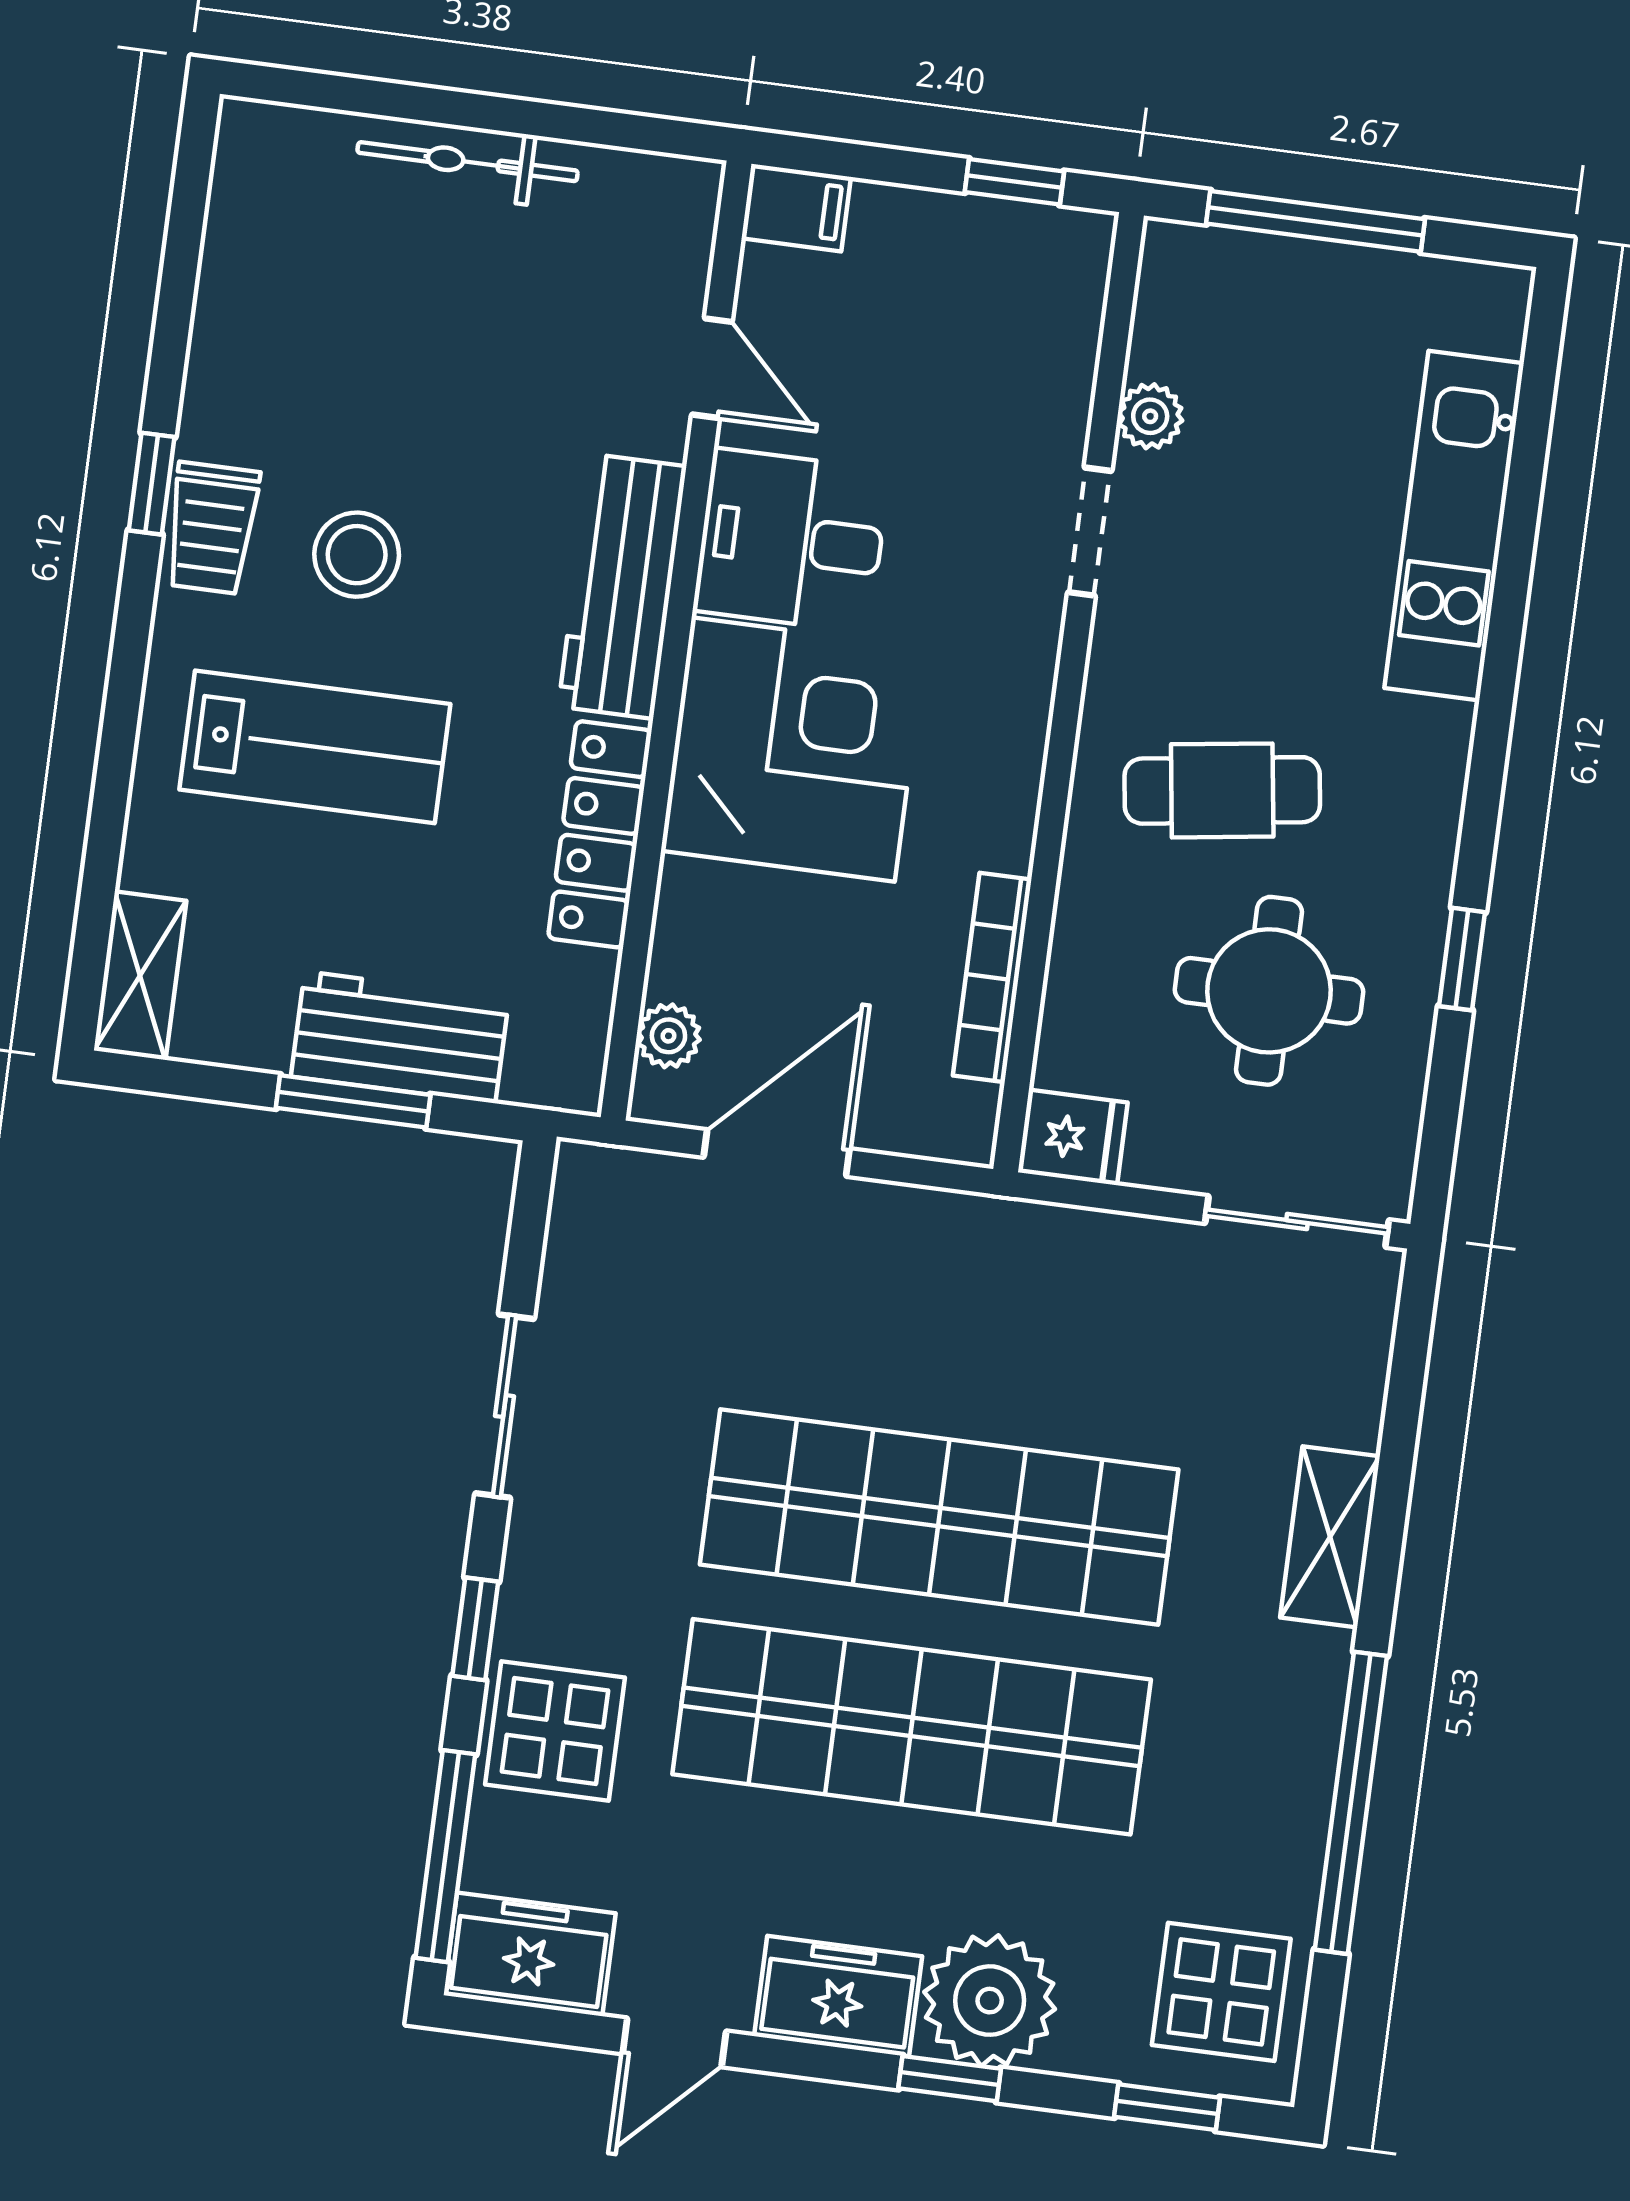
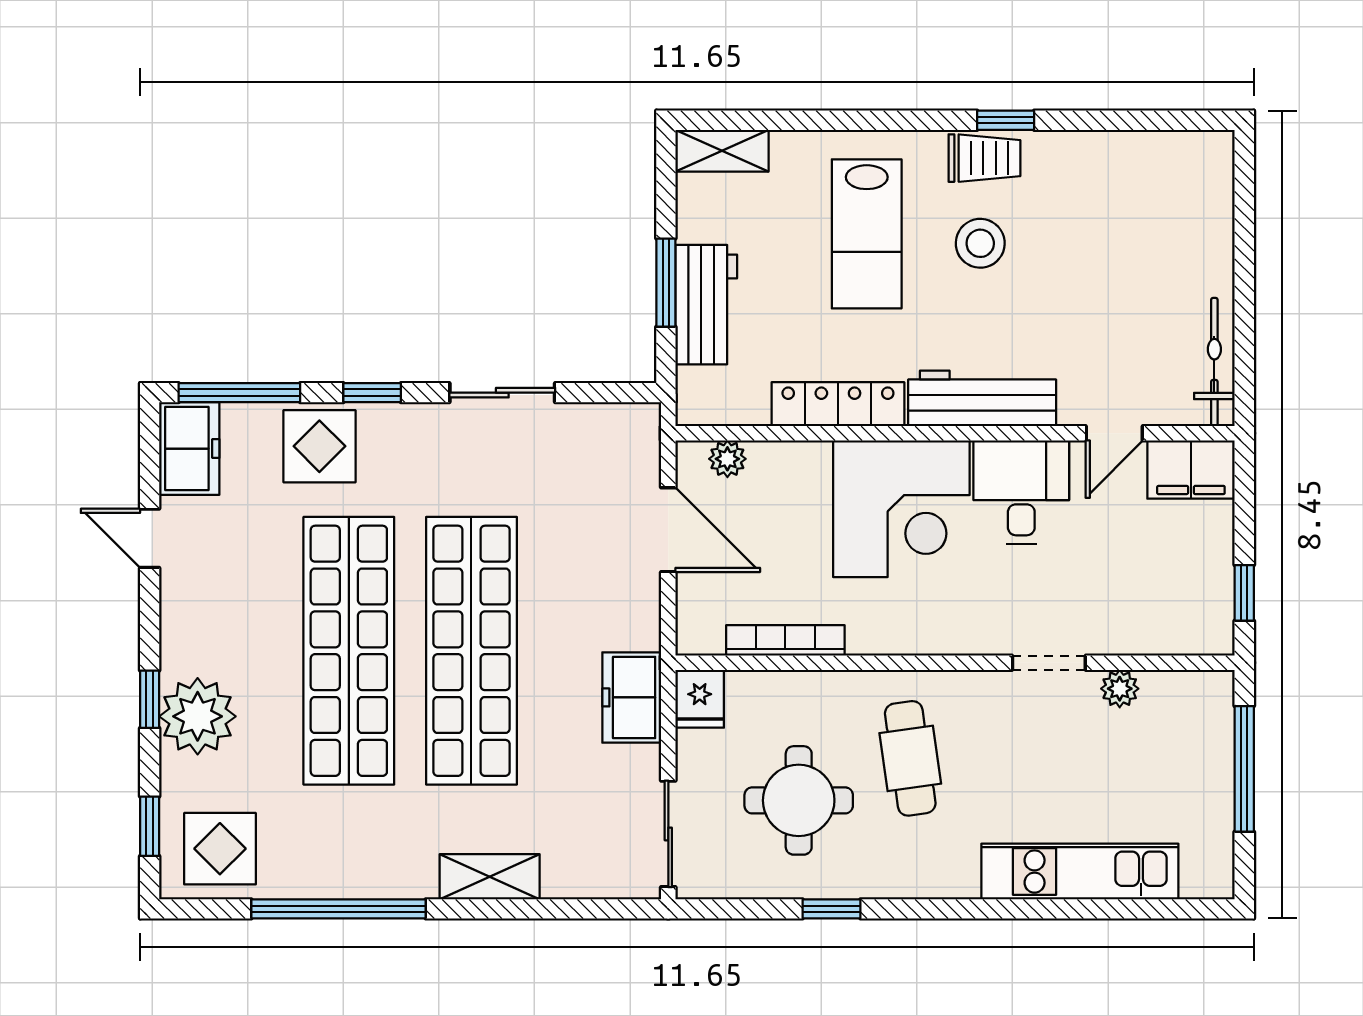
bicycle: (468, 162) -> (1214, 362), moved
filing cabinet: (796, 208) -> (1191, 470), width x2.00
trolley: (212, 528) -> (984, 158), turned 180
freezer: (838, 1996) -> (632, 697), moved, turned 180

